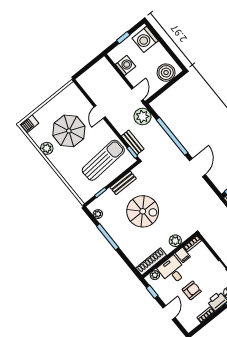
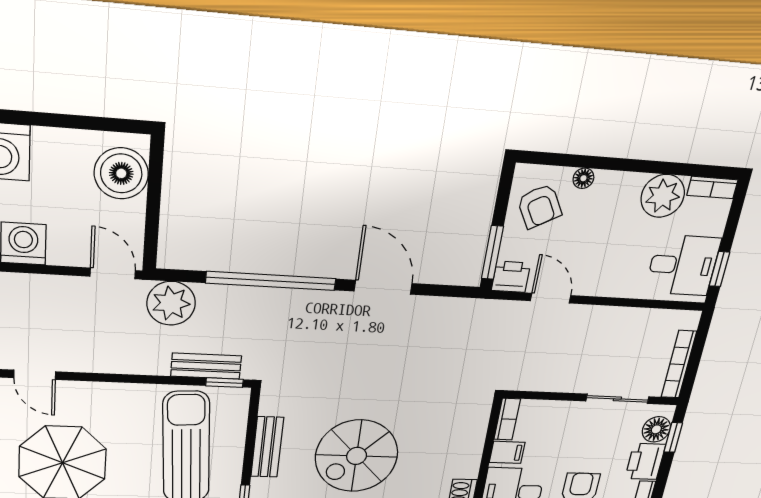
door: (100, 112) -> (35, 375), moved
spiral stairs: (143, 211) -> (357, 456), turned 180
plant: (175, 241) -> (469, 444), removed

